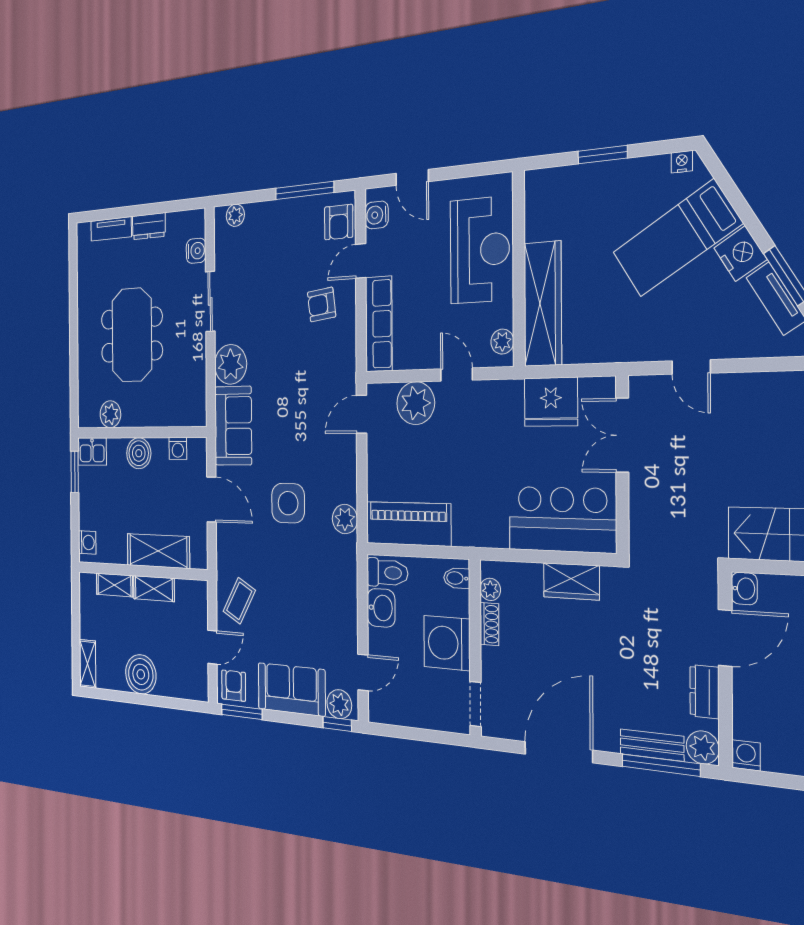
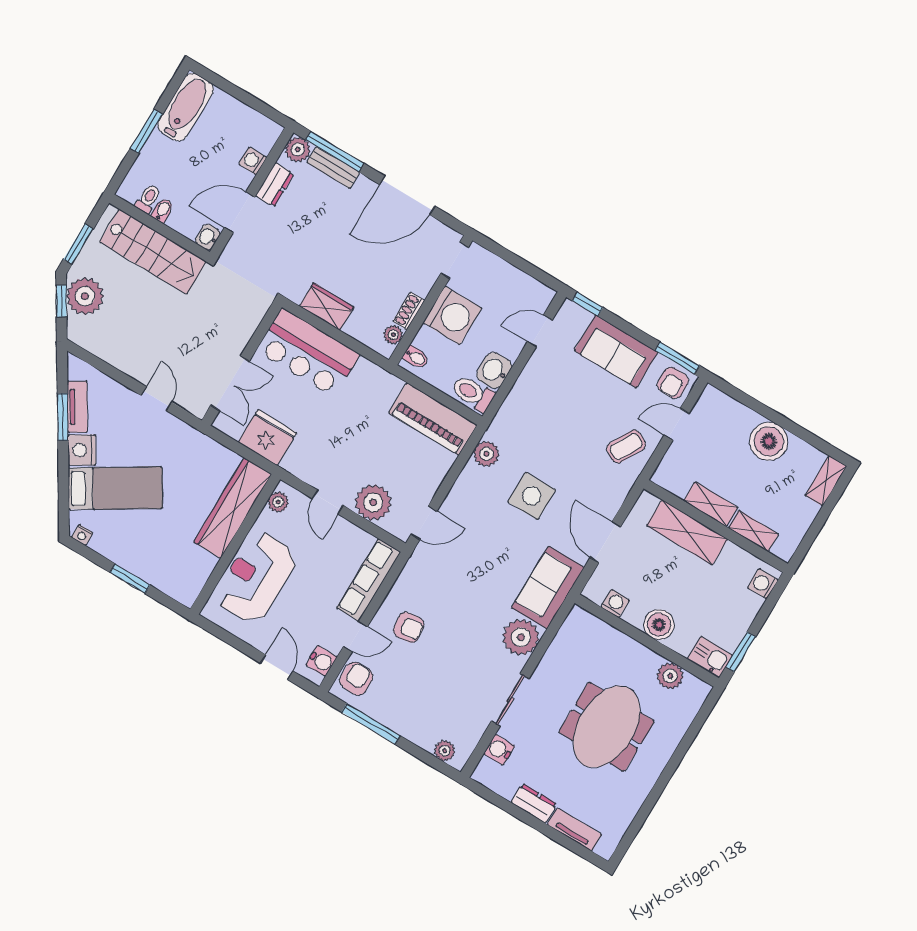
plant: (339, 704) -> (576, 318), removed
washing machine: (746, 755) -> (253, 161), moved, turned 90

